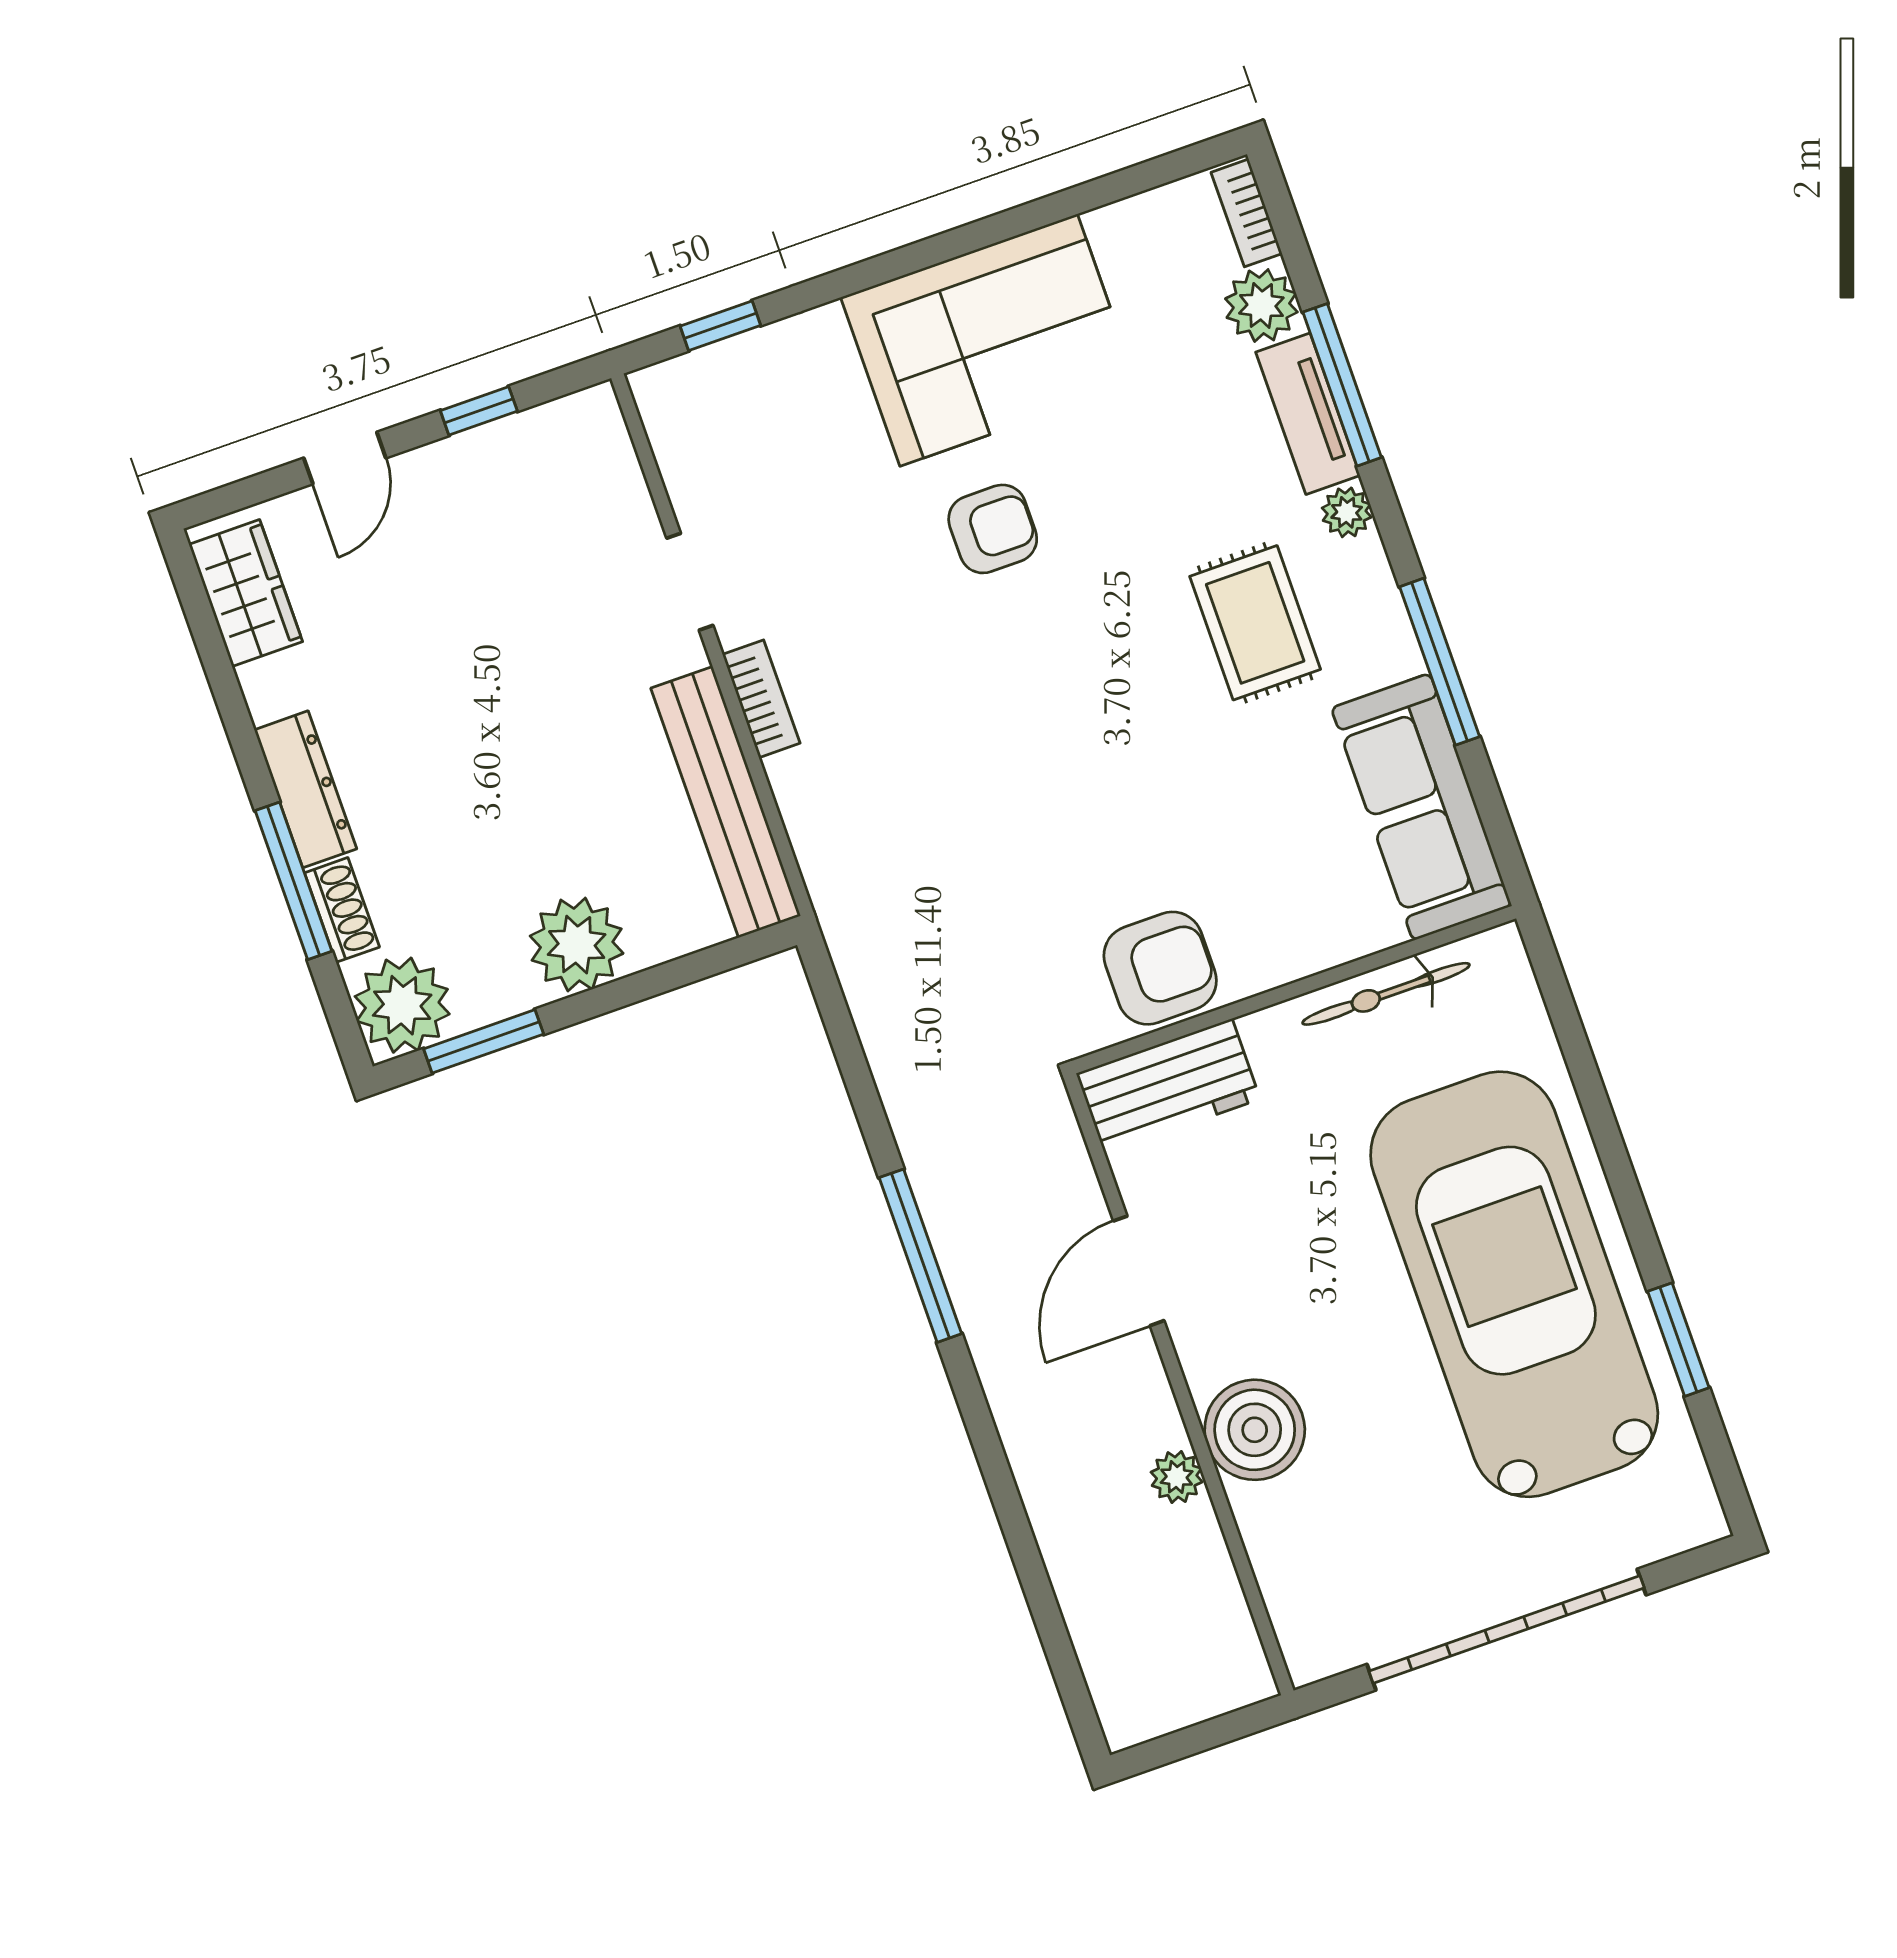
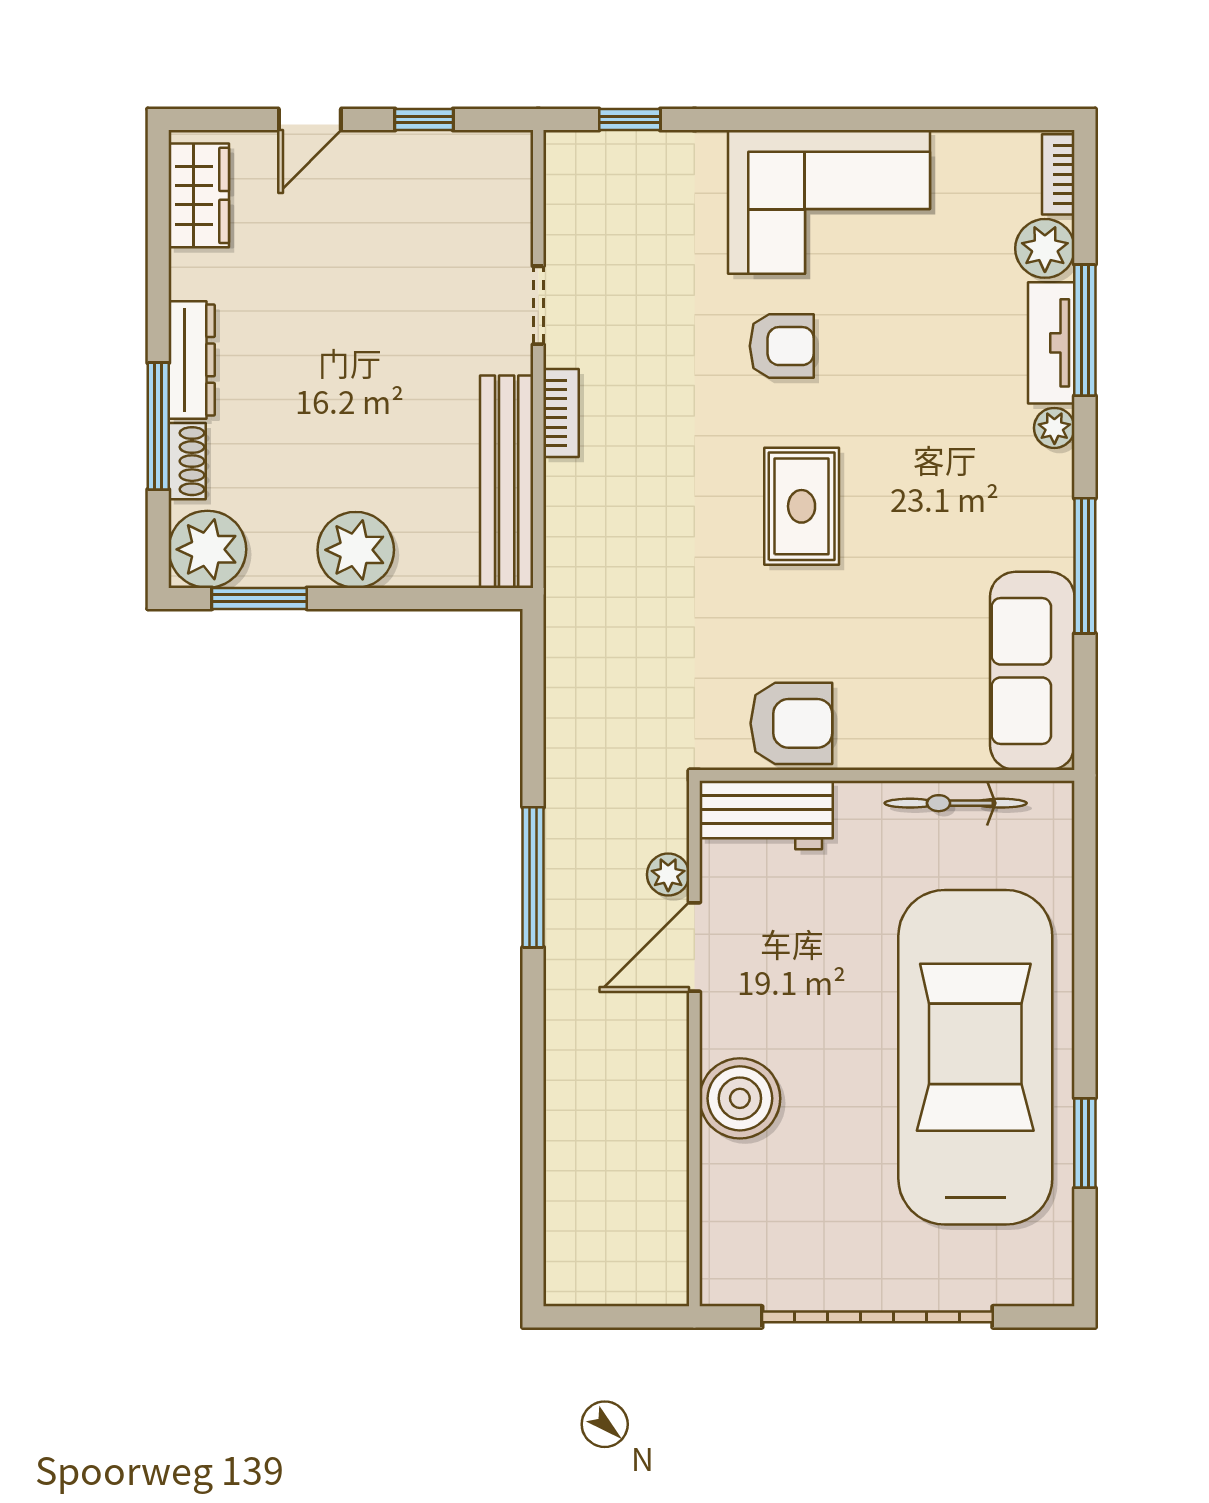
rug: (1255, 623) -> (802, 506), moved
plant: (1177, 1477) -> (668, 875), moved

